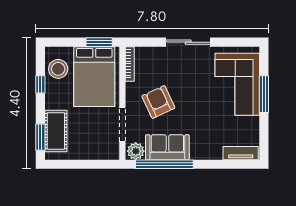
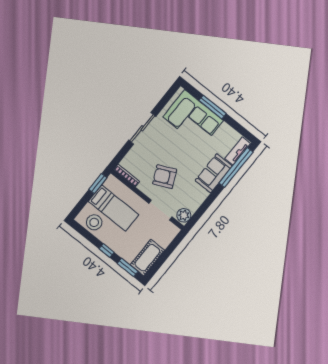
bed: (94, 77) -> (114, 208), width x0.67
window: (40, 84) -> (107, 251), moved
cot: (56, 131) -> (147, 258), moved, turned 90
sofa: (167, 147) -> (214, 173), moved
window: (164, 164) -> (236, 167), moved

